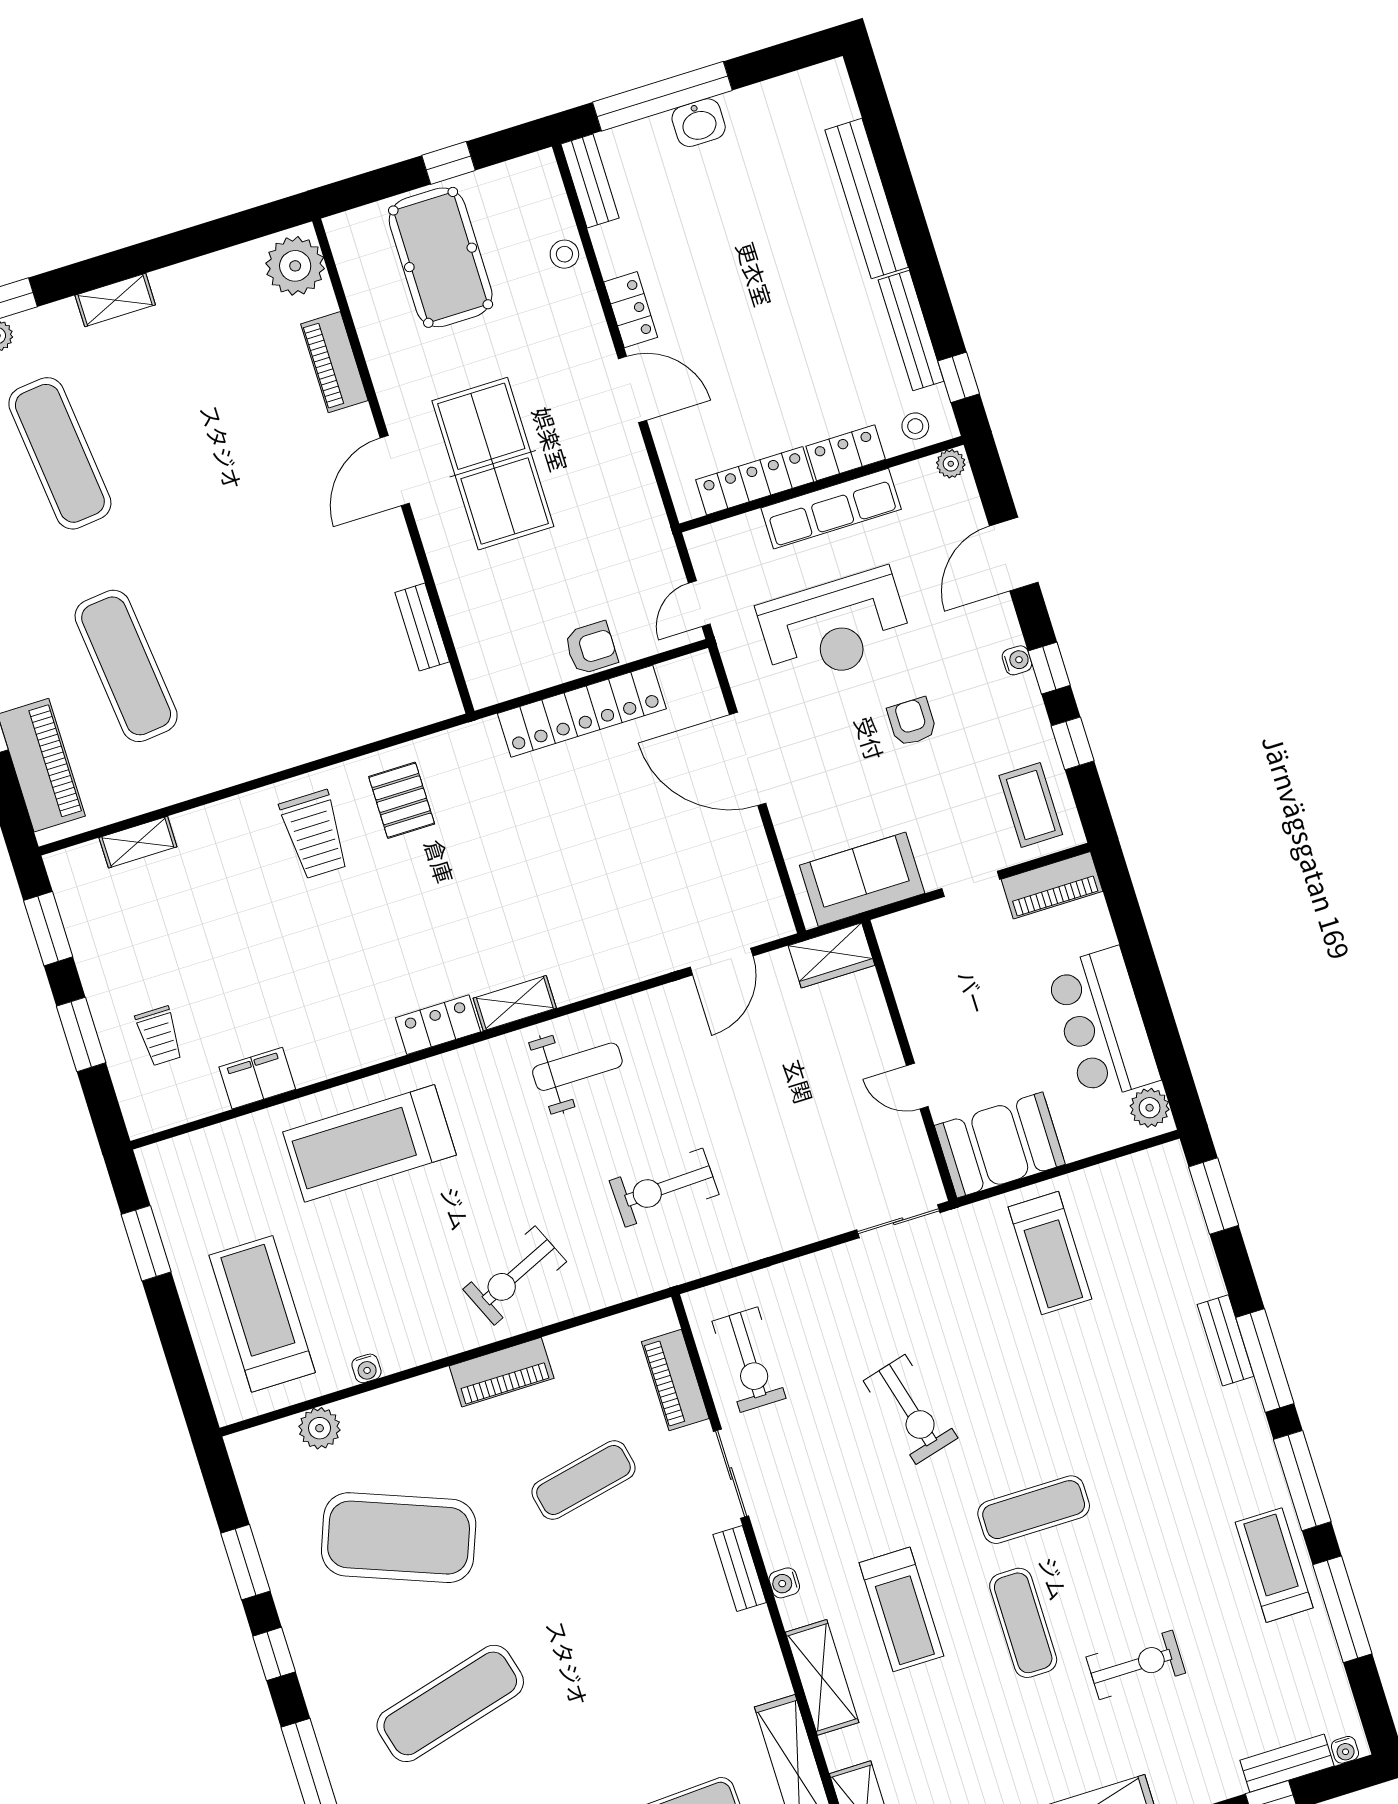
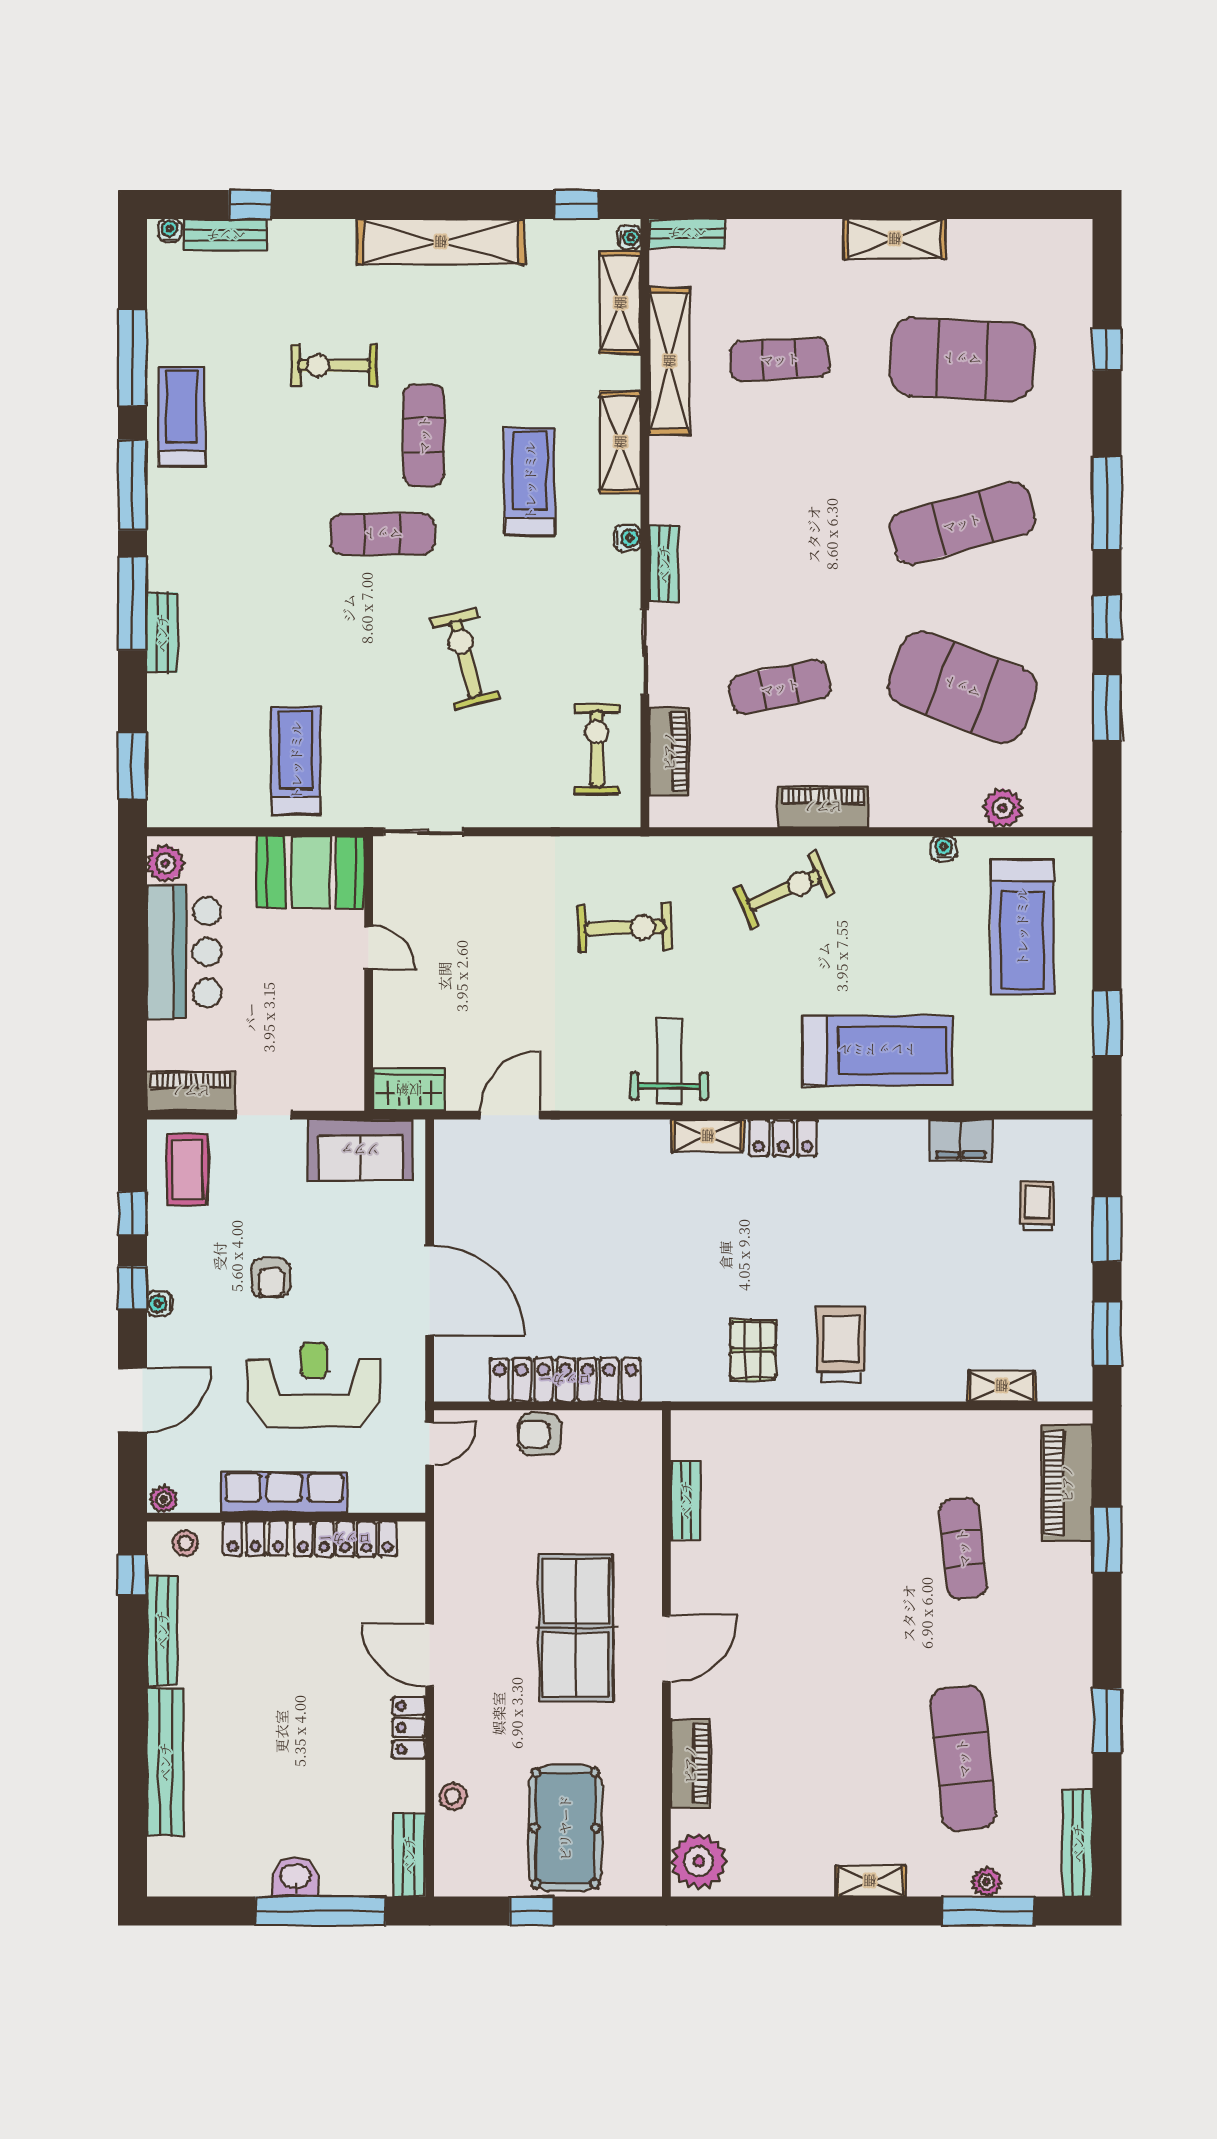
exercise mat: (126, 666) -> (963, 1548), width x0.73, depth x0.69
weight bench: (577, 1067) -> (669, 1061), turned 90
treadmill: (1274, 1565) -> (181, 417), turned 180

